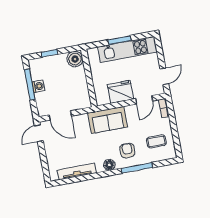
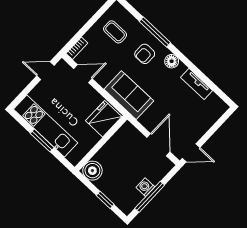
fridge: (120, 92) -> (104, 119), moved, turned 90
tv unit: (77, 171) -> (197, 84), width x0.71

